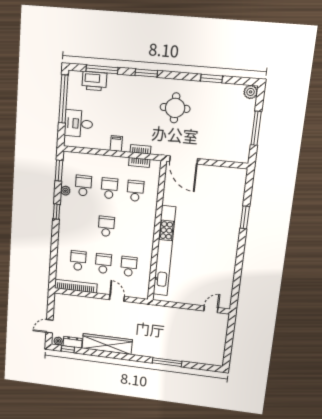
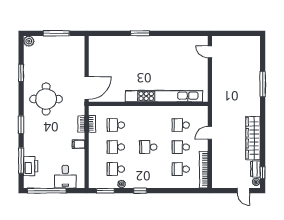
round table: (175, 108) -> (46, 99), width x1.36, depth x1.36
window: (245, 217) -> (140, 33), moved

